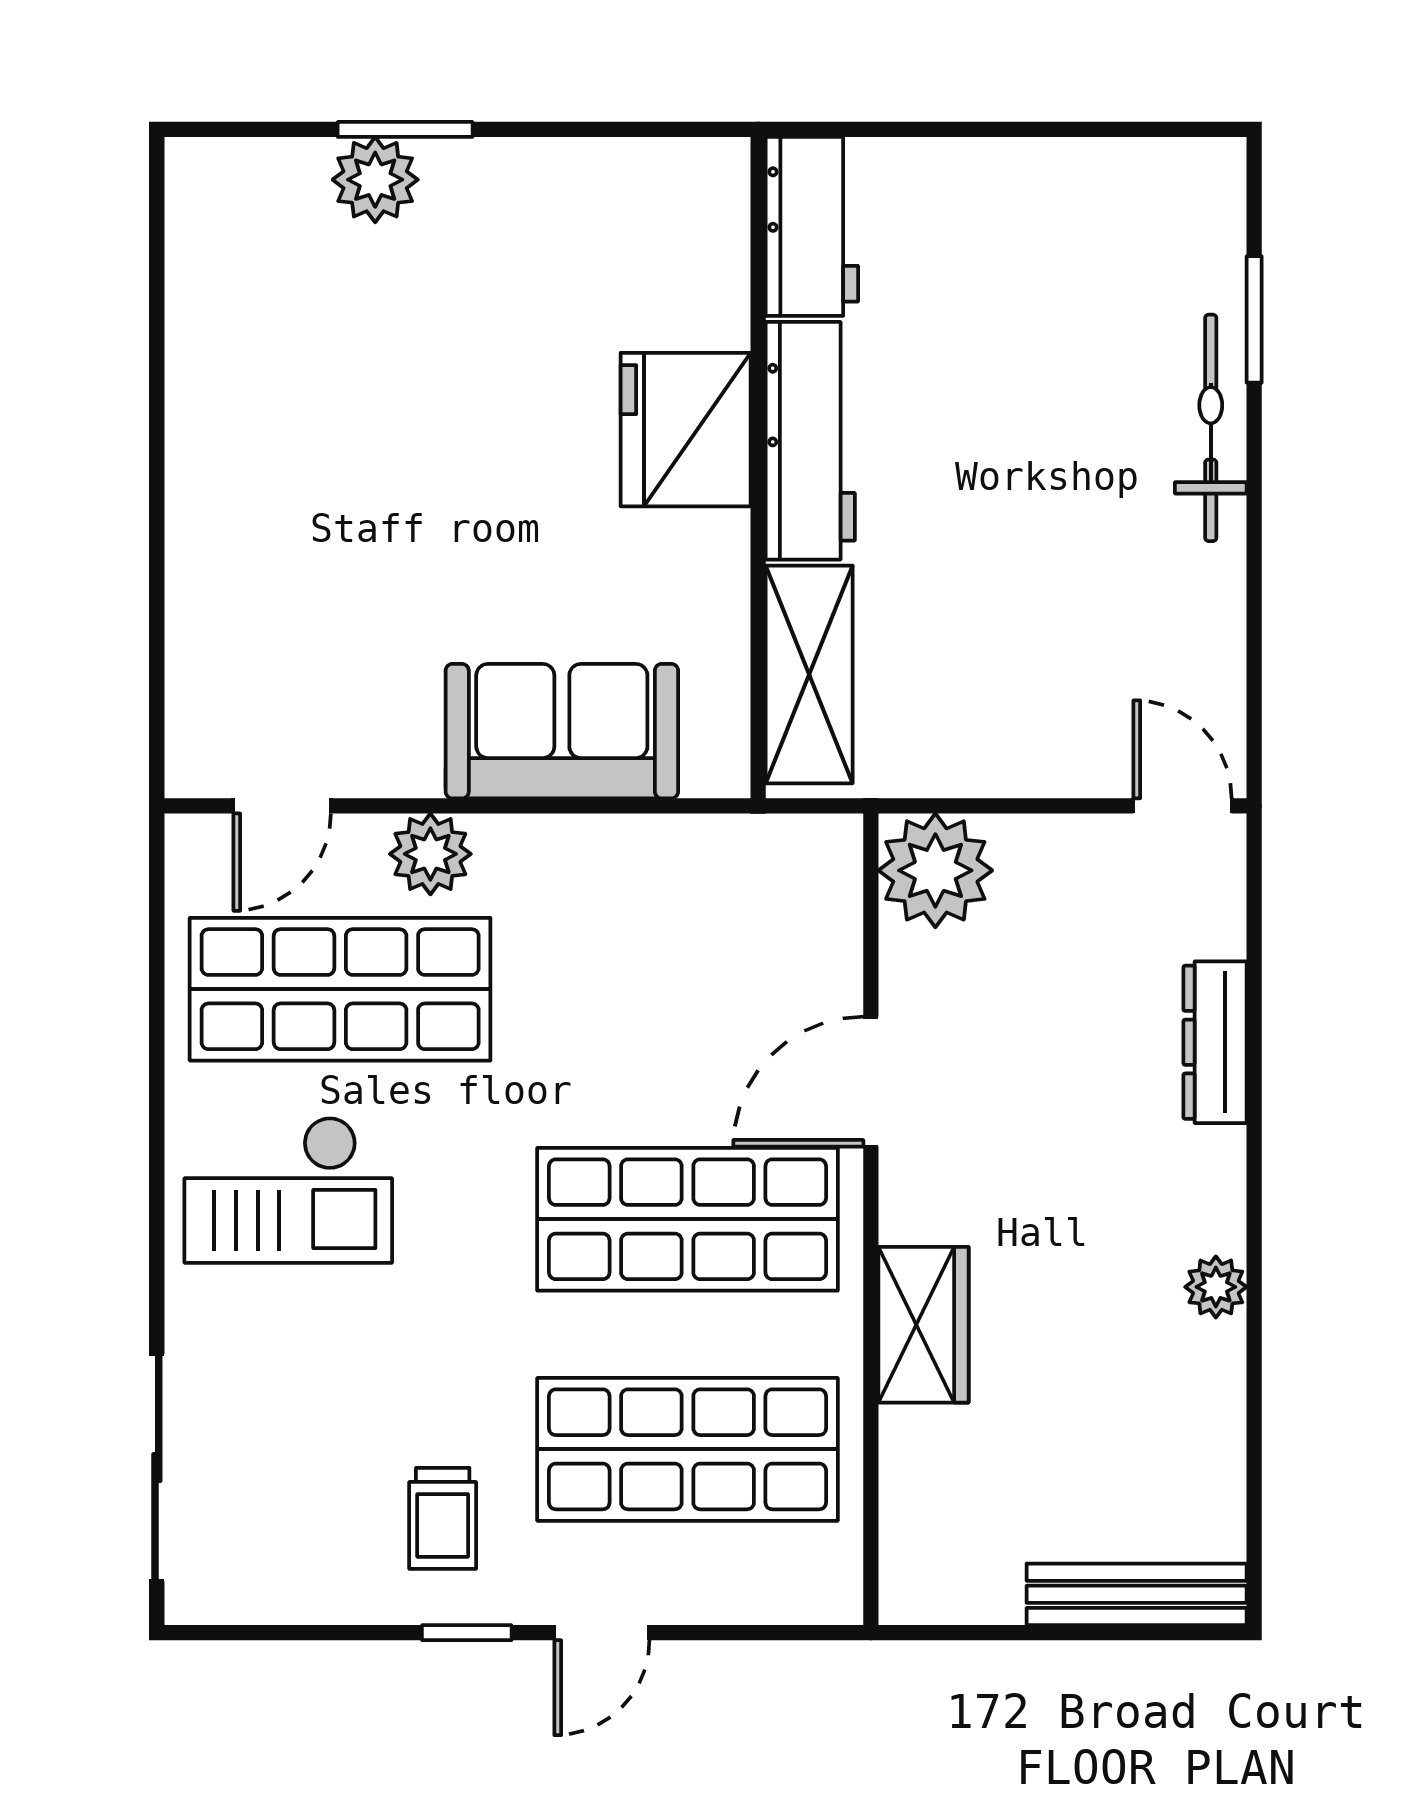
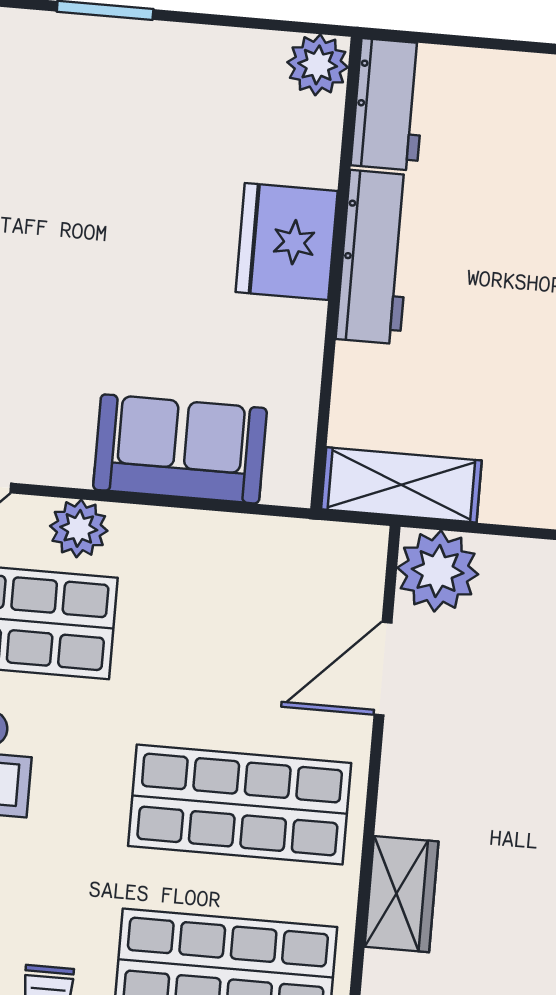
plant: (375, 180) -> (318, 65), moved
shelving: (809, 674) -> (401, 485), moved, turned 90
door: (871, 1082) -> (383, 669), moved

